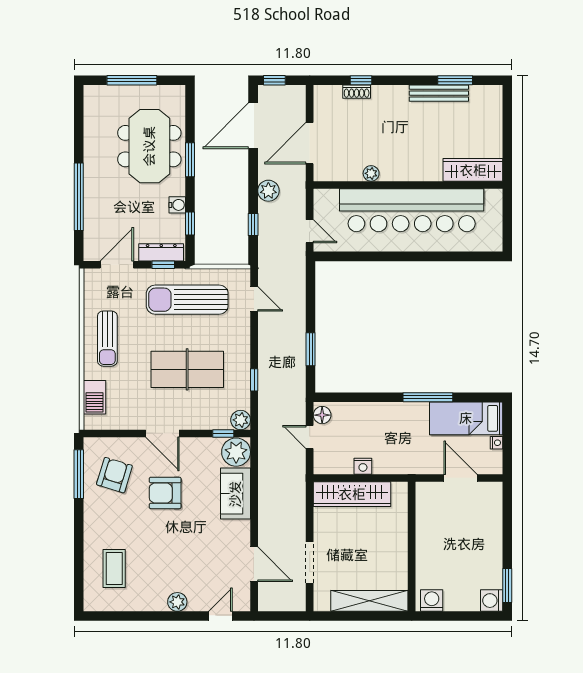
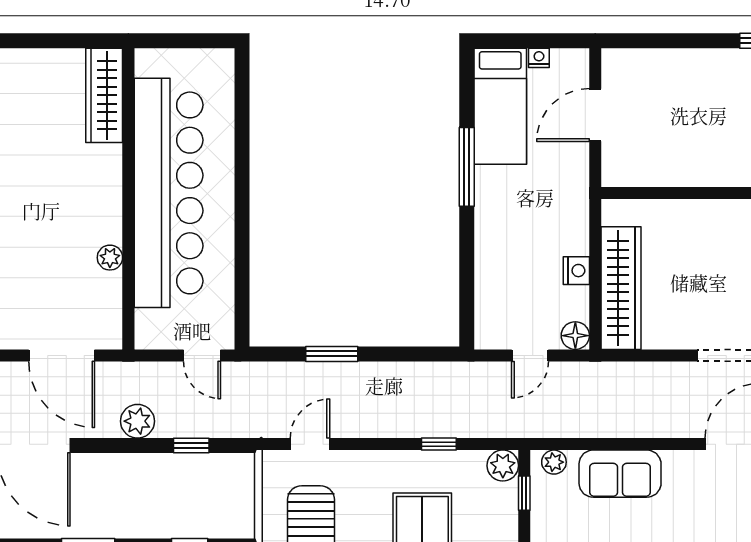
door: (310, 231) -> (202, 355), swing flipped
window: (311, 349) -> (332, 354), moved
floor lamp: (322, 415) -> (575, 336), moved
plant: (236, 452) -> (554, 462), width x0.53, depth x0.53

